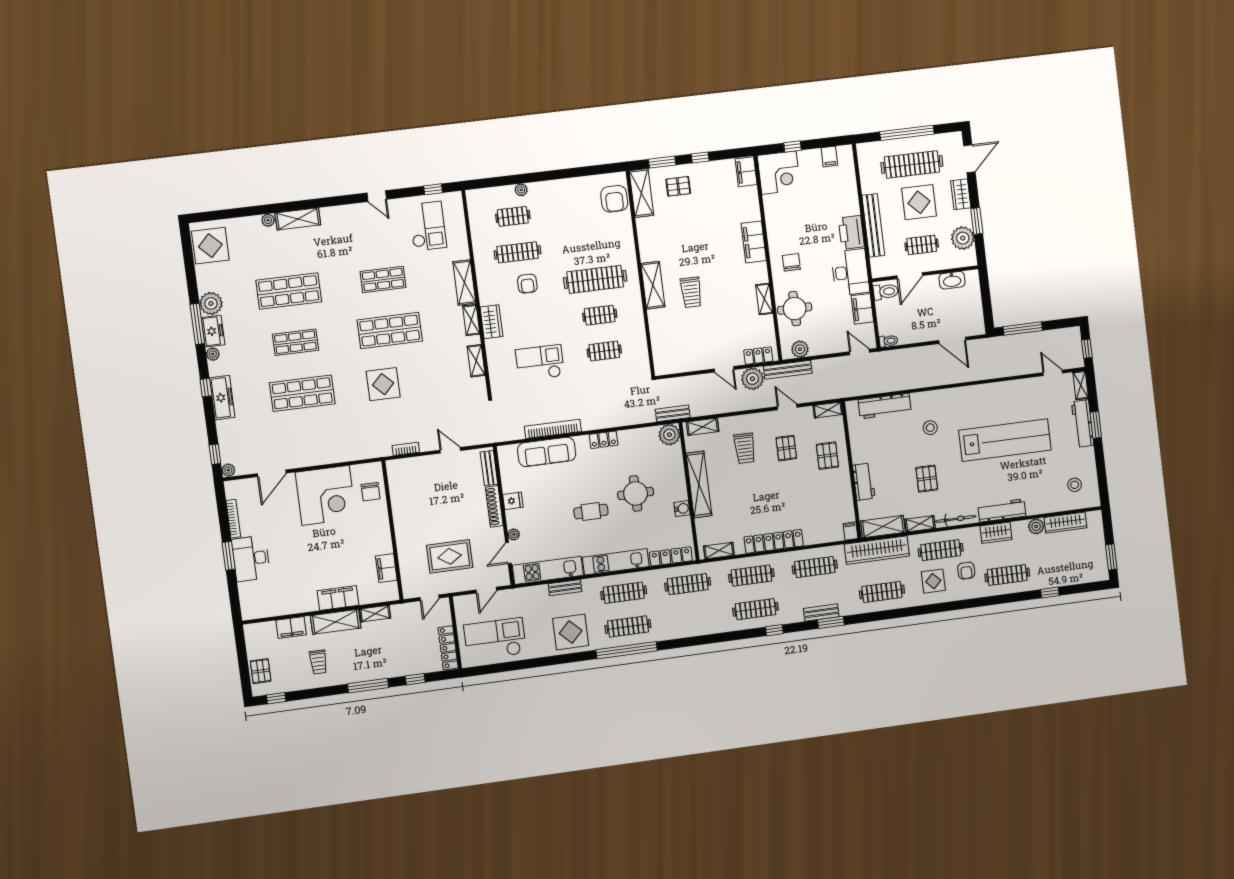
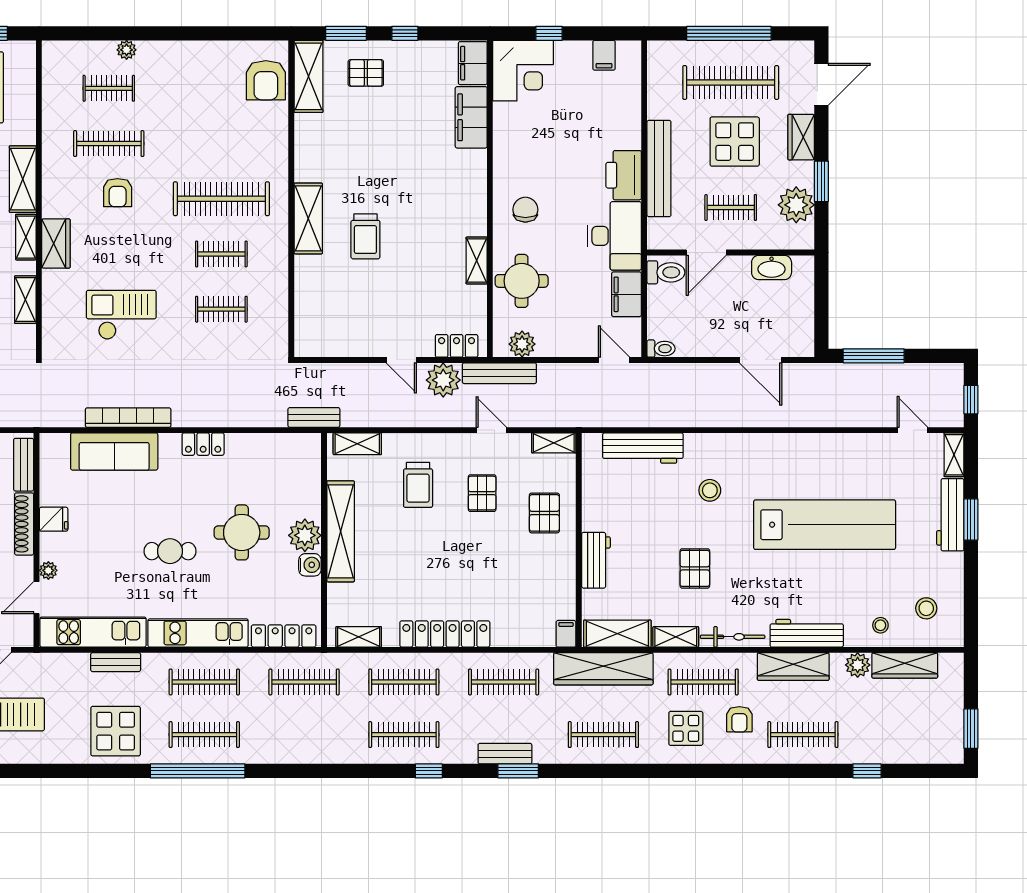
filing cabinet: (754, 242) -> (471, 117), moved
plant: (669, 435) -> (305, 535), moved
stool: (1047, 499) -> (880, 625), added
wardrobe: (996, 533) -> (793, 667), width x1.50

